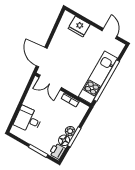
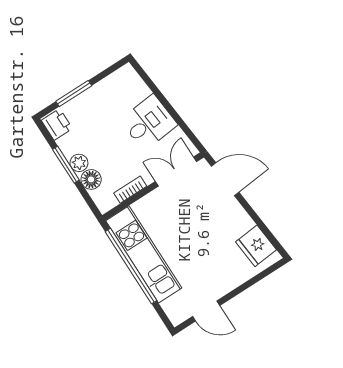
fridge: (79, 26) -> (256, 246), moved, turned -95
desk: (28, 120) -> (149, 122), moved
floor lamp: (64, 140) -> (91, 179), moved

